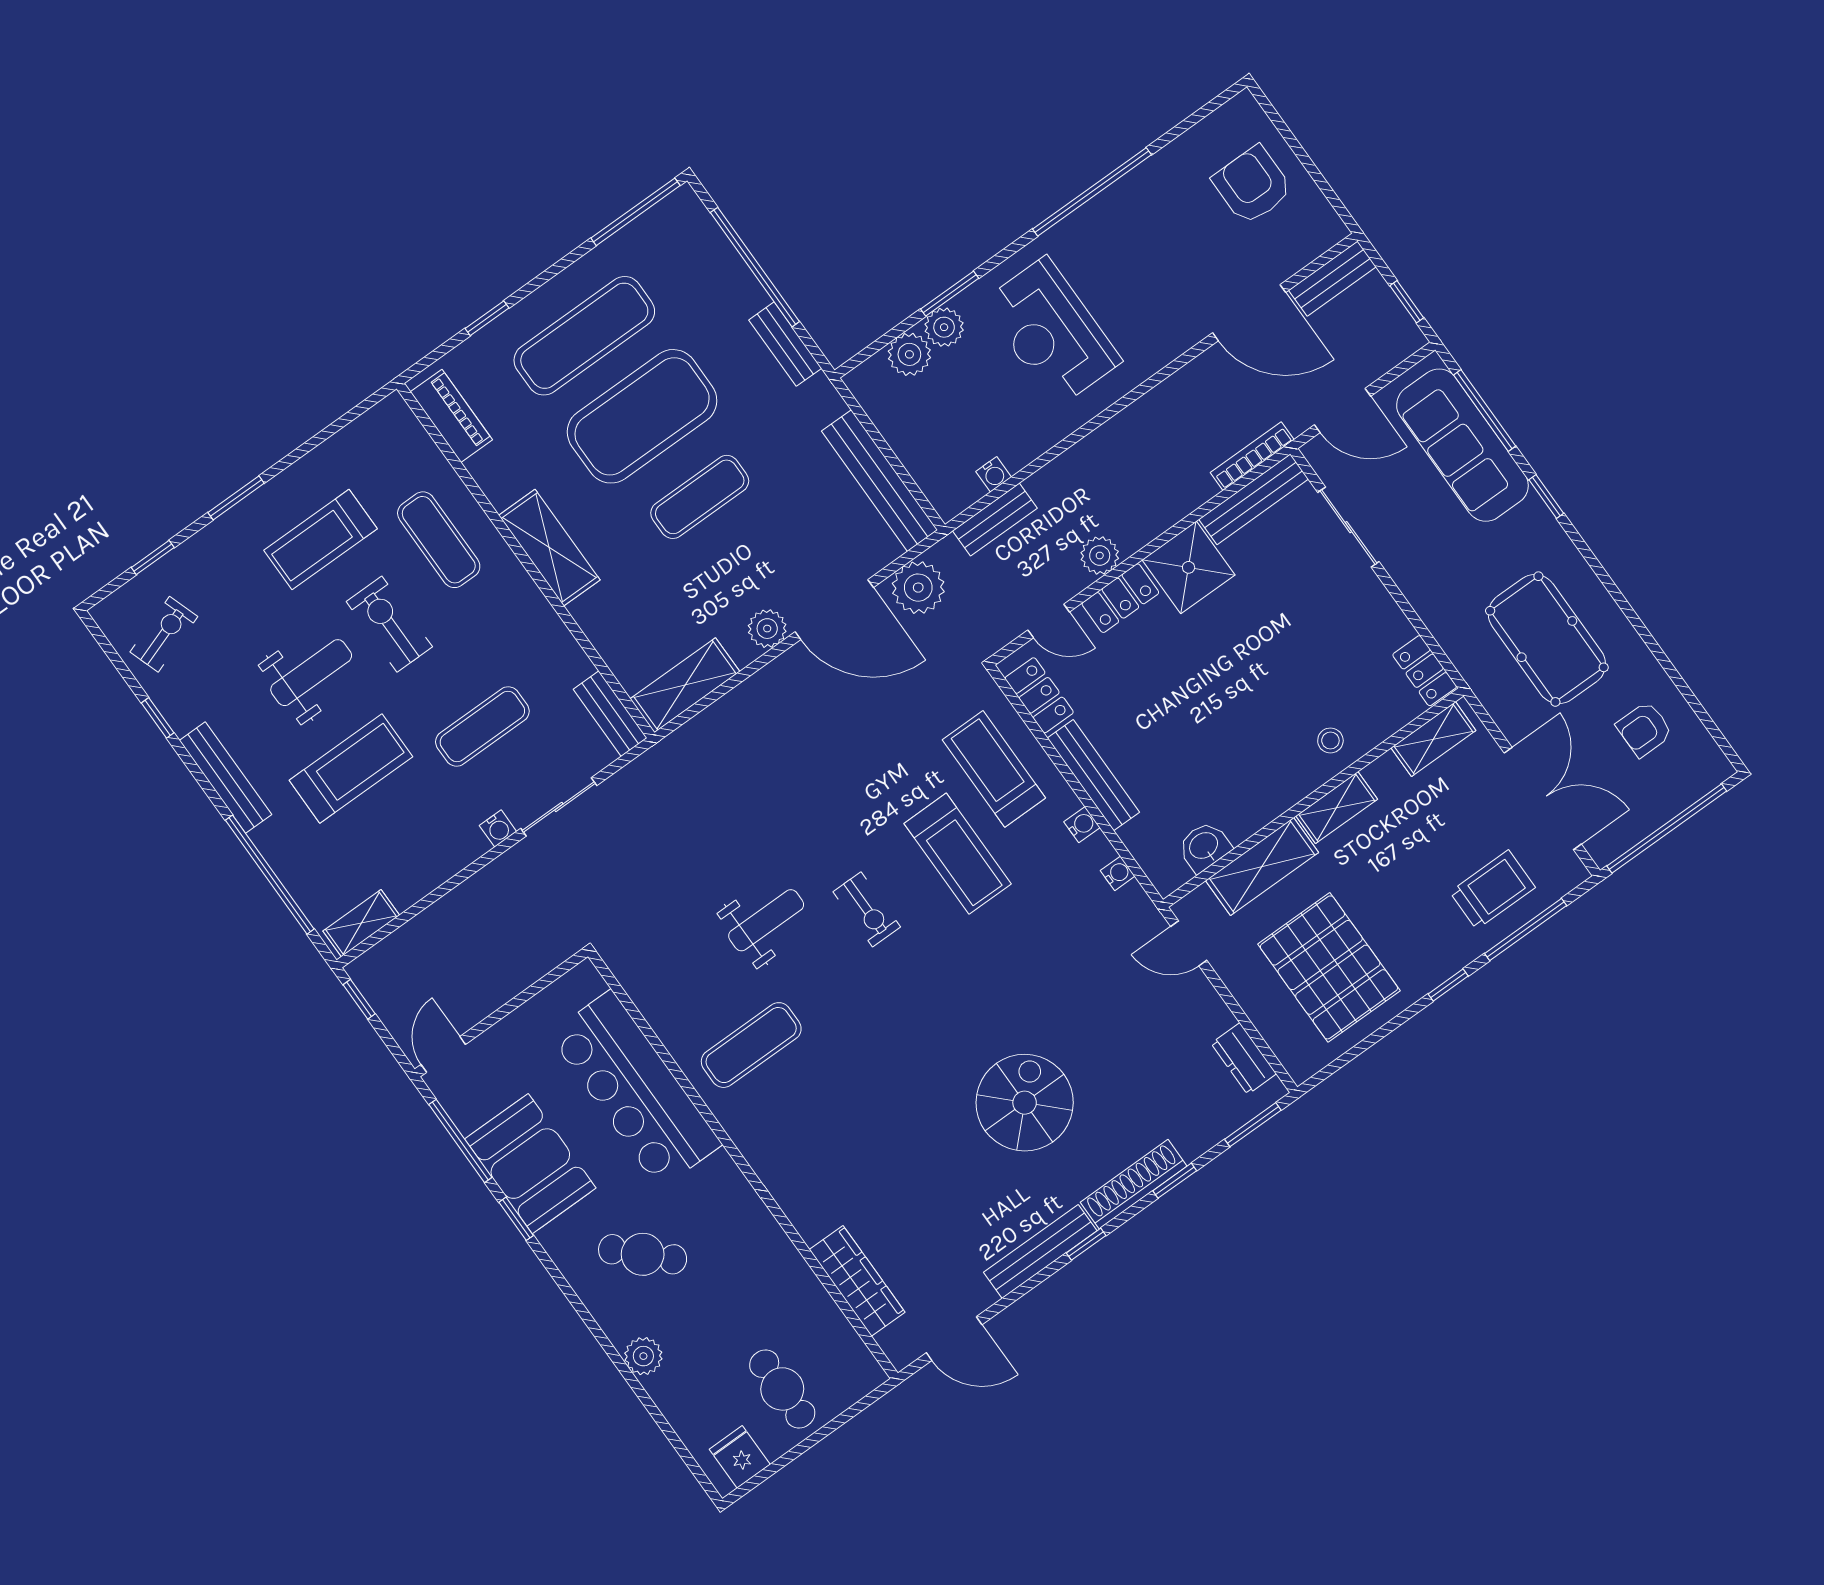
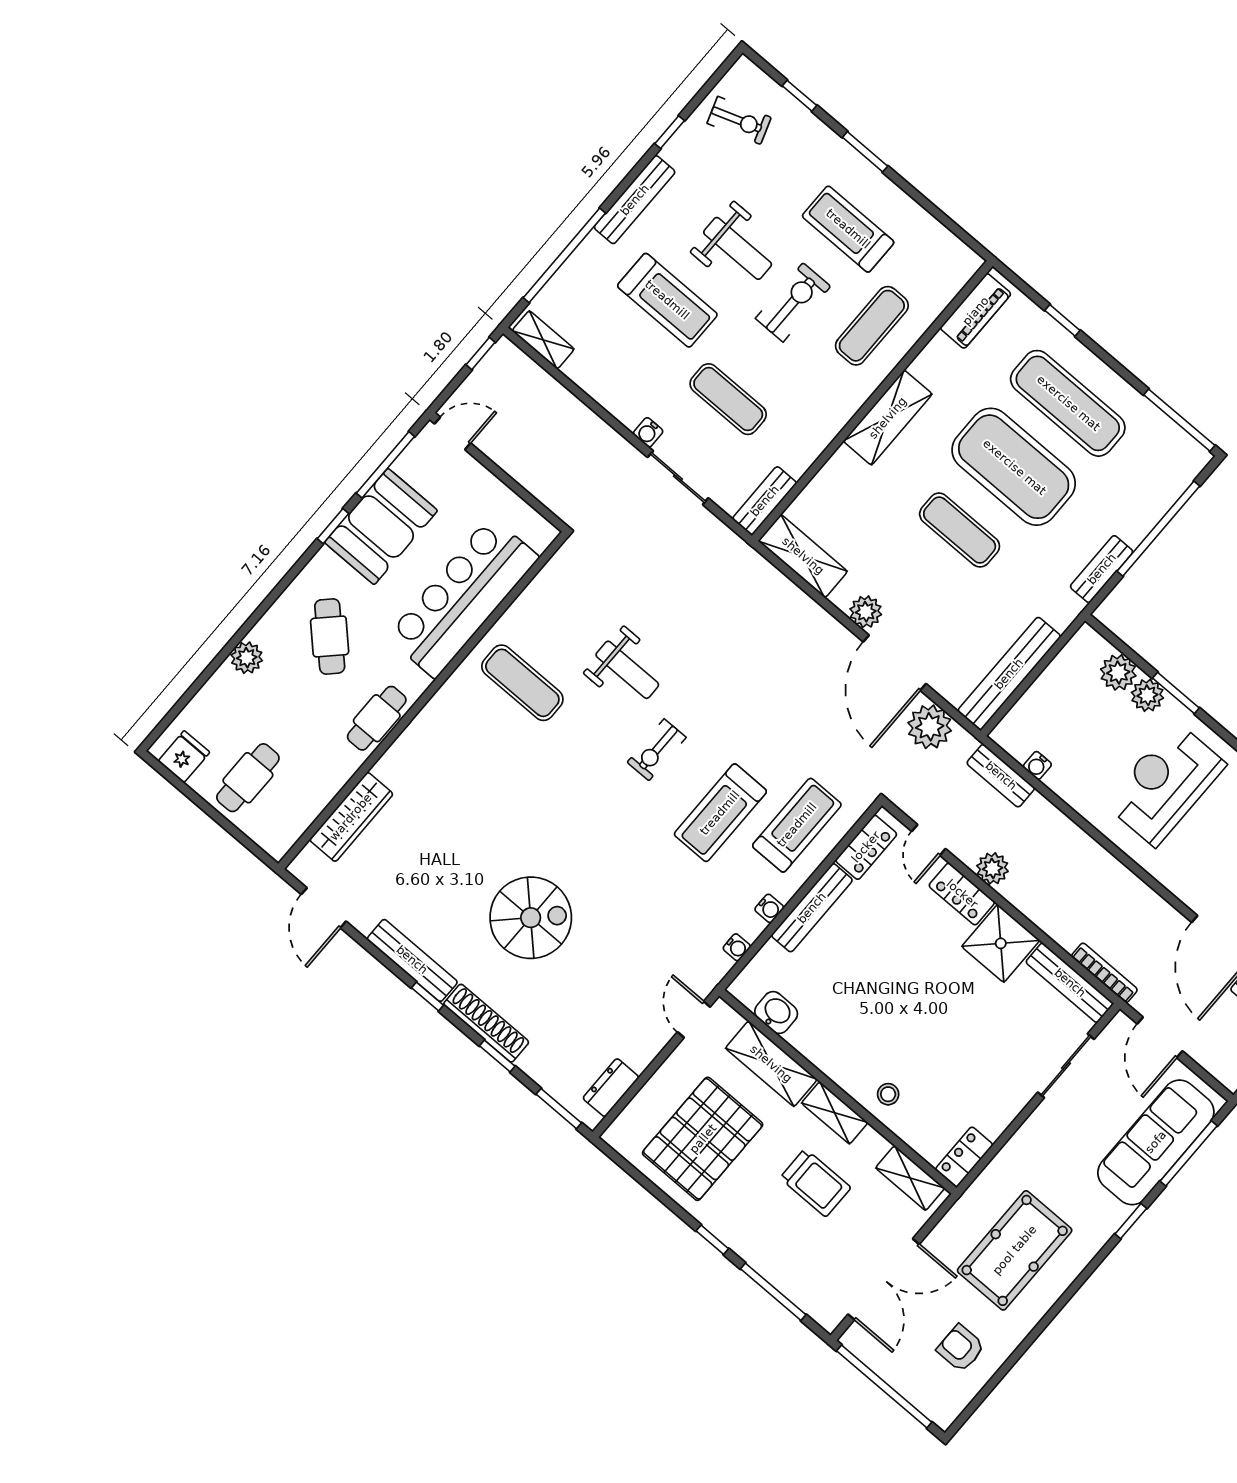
trolley: (1492, 890) -> (815, 1183), moved
cafe table: (750, 1223) -> (377, 718), added

